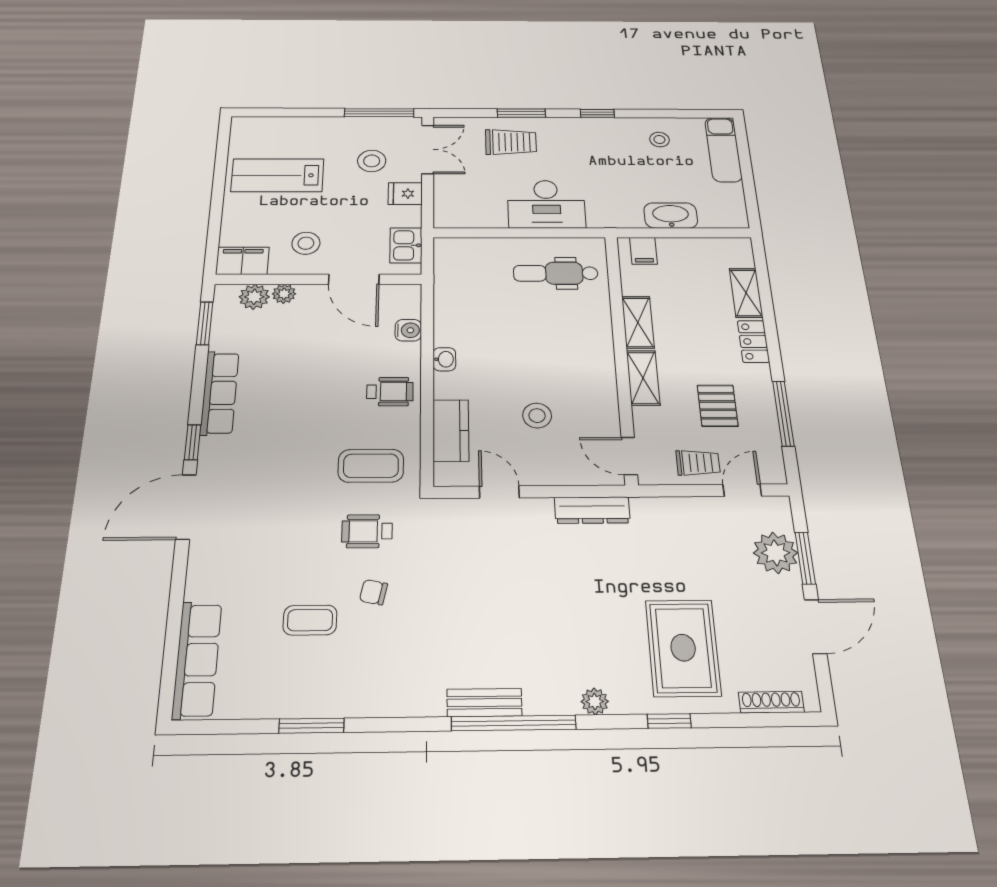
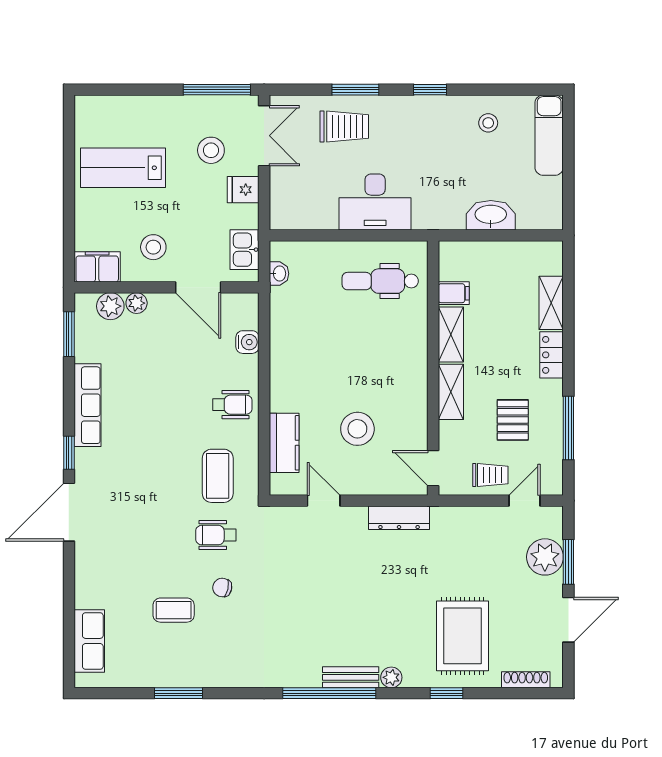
filing cabinet: (643, 251) -> (454, 293), moved, turned -90
washbasin: (444, 359) -> (279, 274), moved
stool: (537, 416) -> (357, 429), width x1.38, depth x1.38
coffee table: (371, 466) -> (218, 476), turned 90
row of seats: (197, 660) -> (89, 641), width x0.68
bench: (484, 703) -> (351, 677), moved

